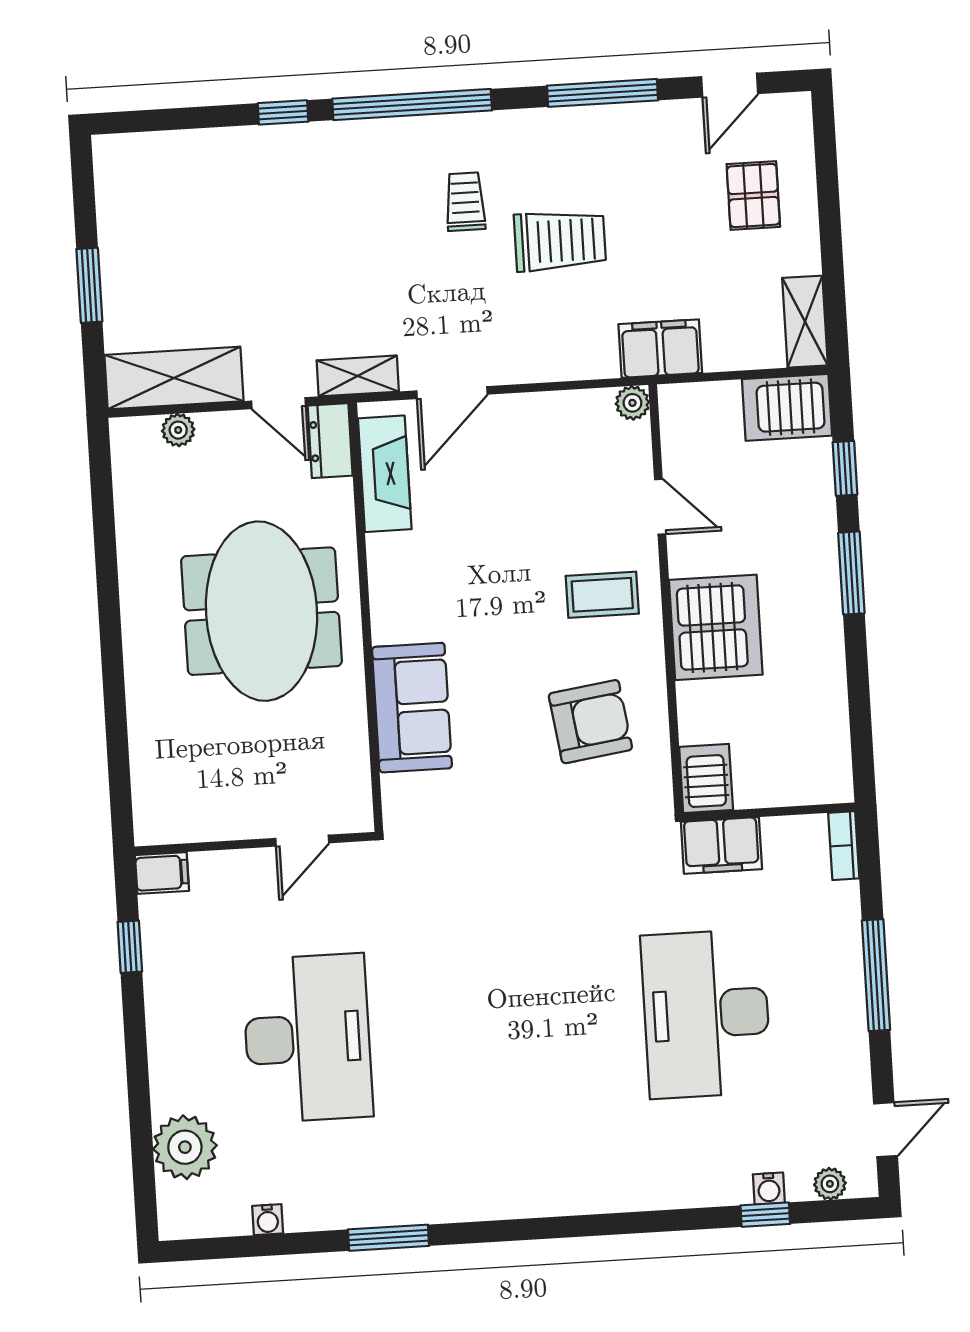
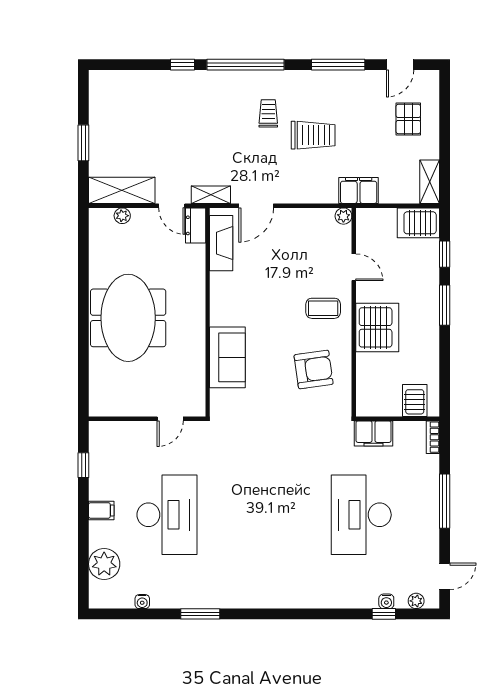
meeting table: (262, 611) -> (128, 318), moved
server rack: (706, 778) -> (415, 400), moved
filing cabinet: (162, 873) -> (101, 510), moved

